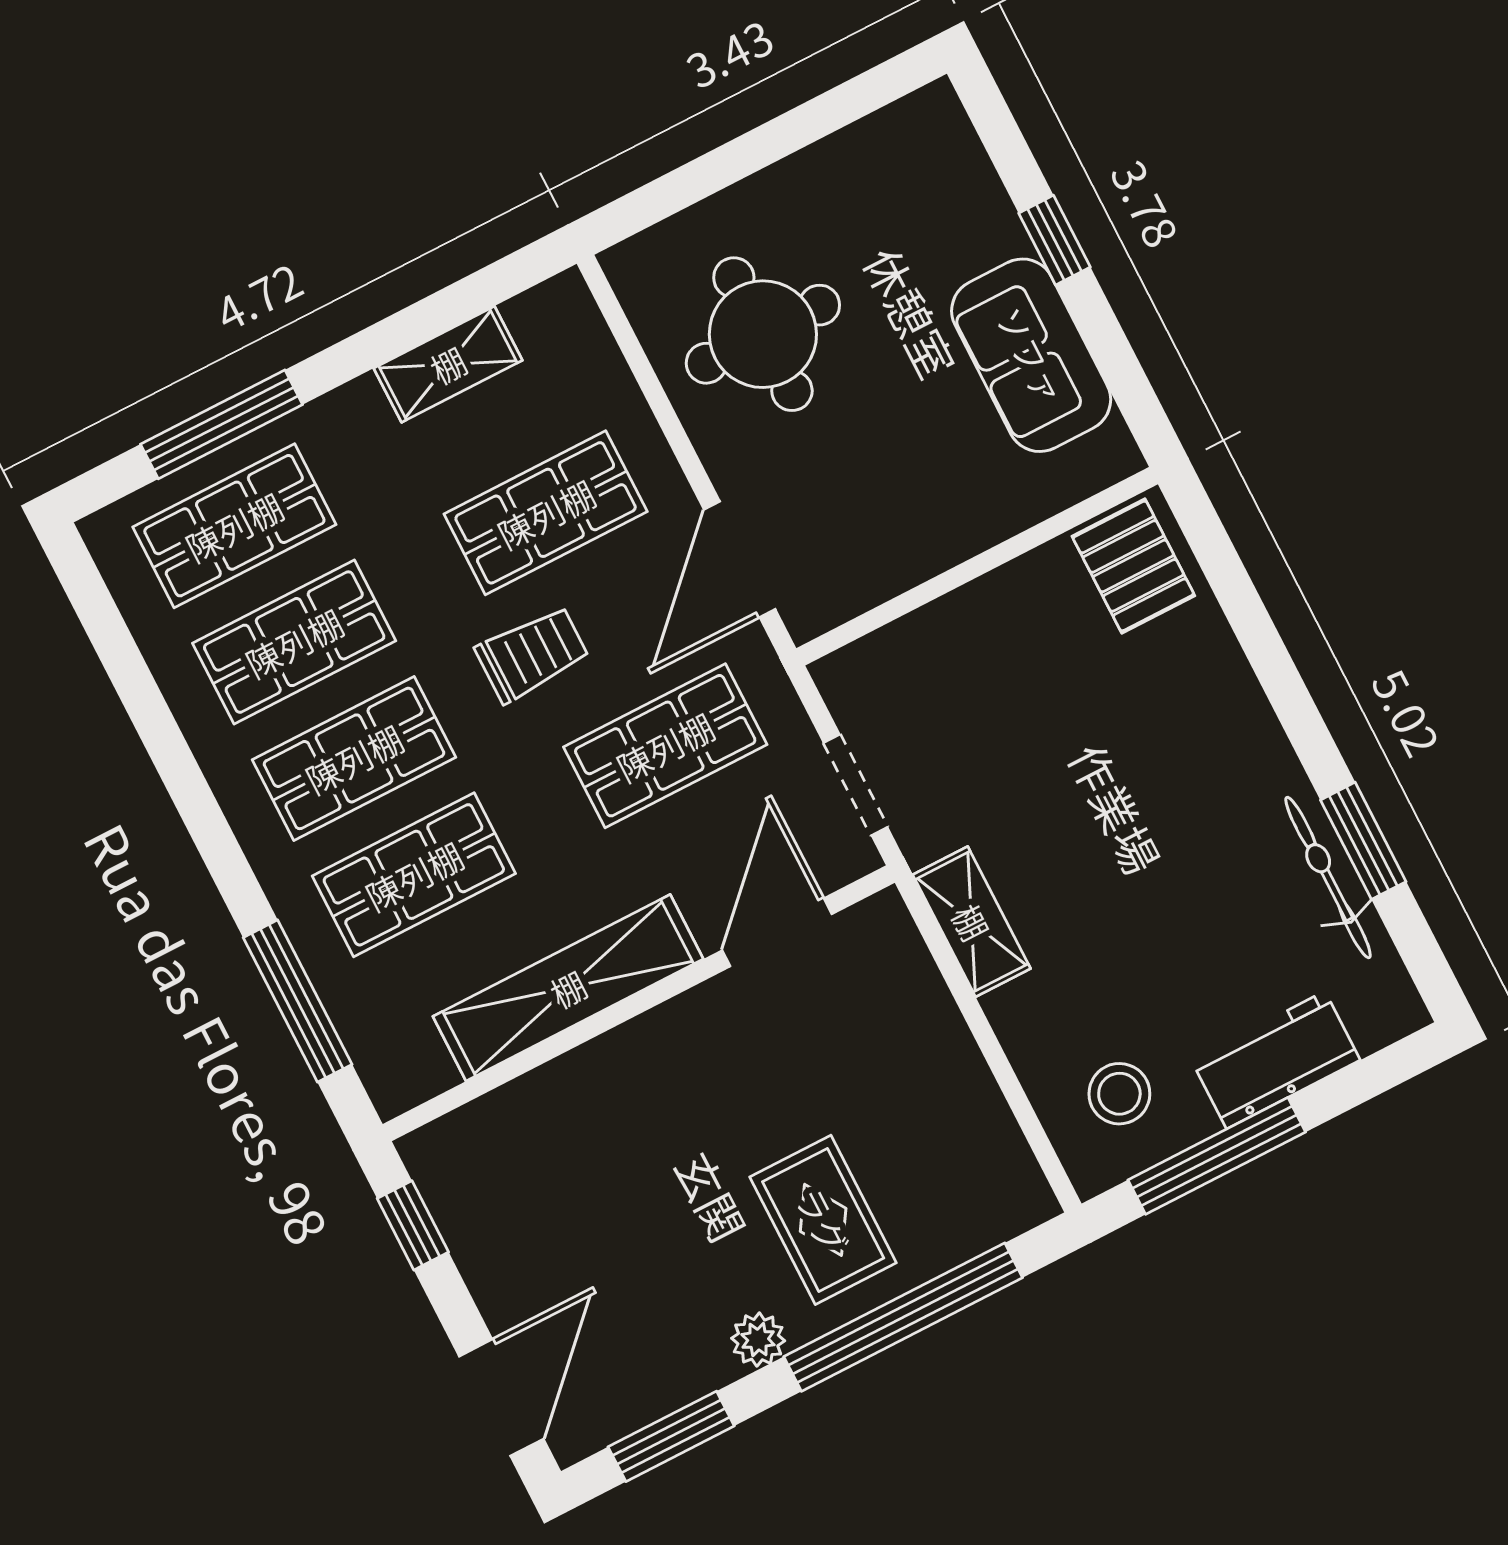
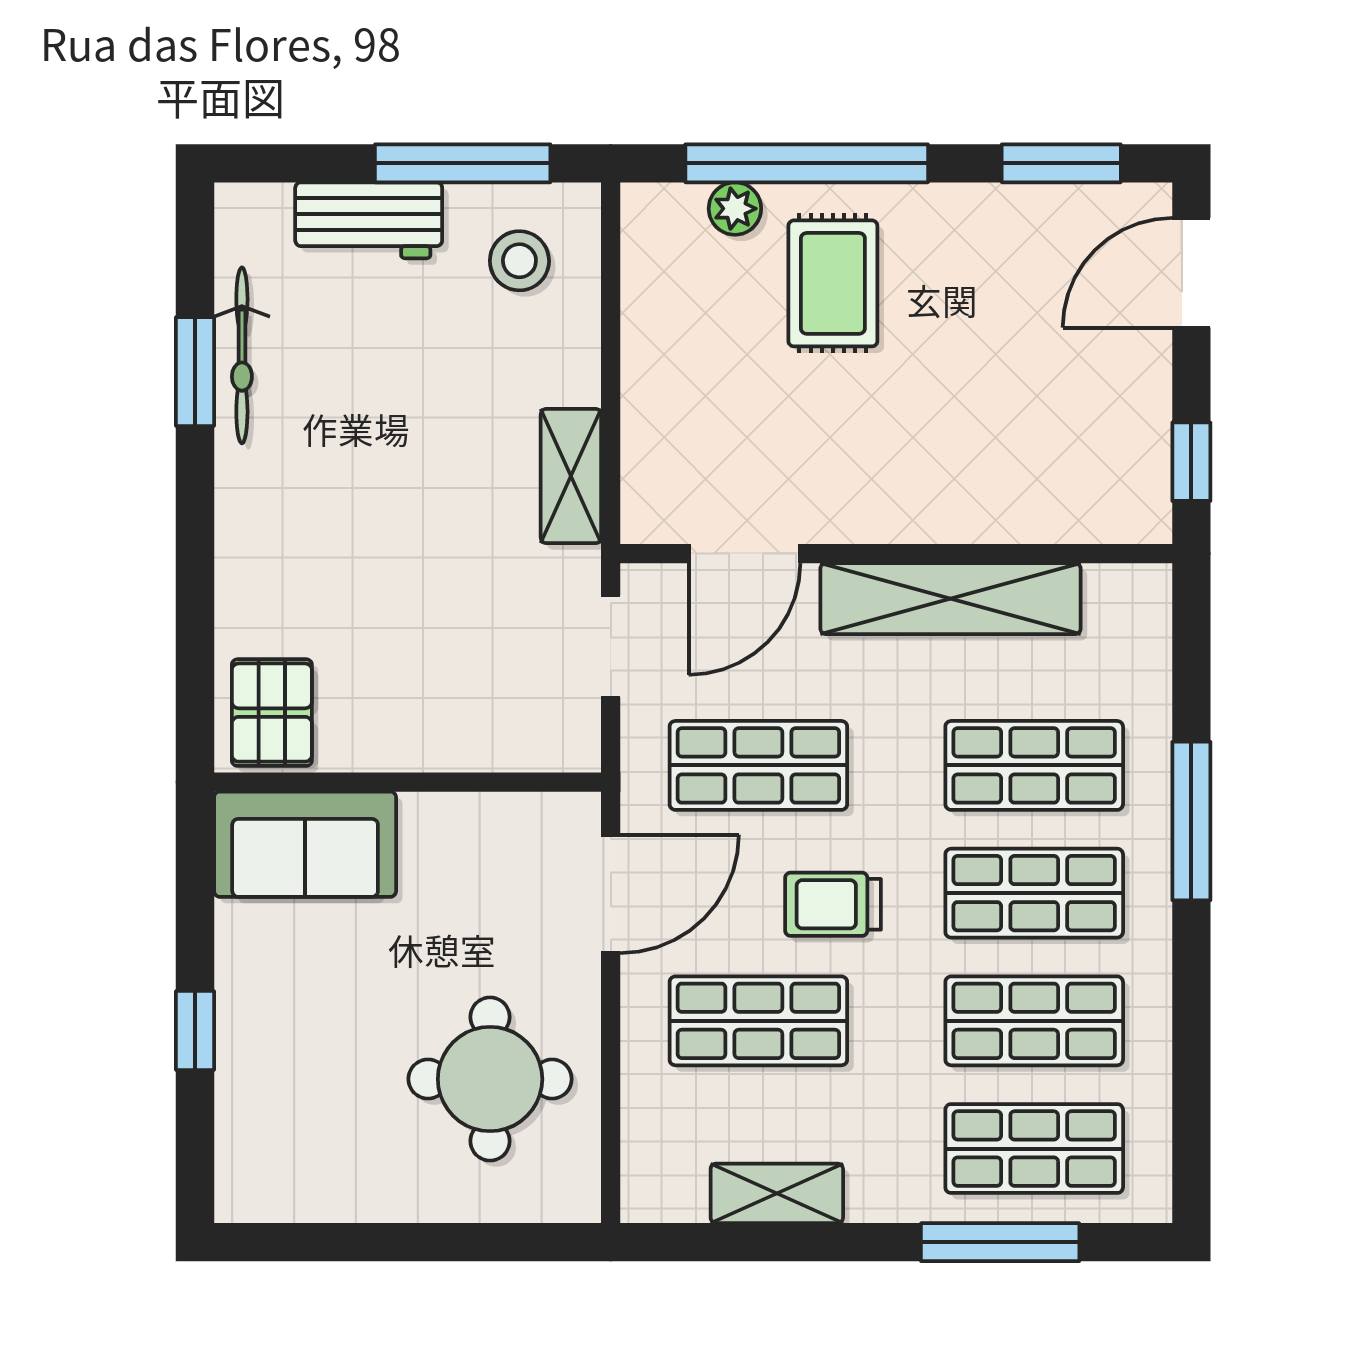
sofa: (1031, 355) -> (305, 844), moved, turned 90
window: (298, 1001) -> (1191, 821), moved
plant: (758, 1340) -> (735, 209), moved

